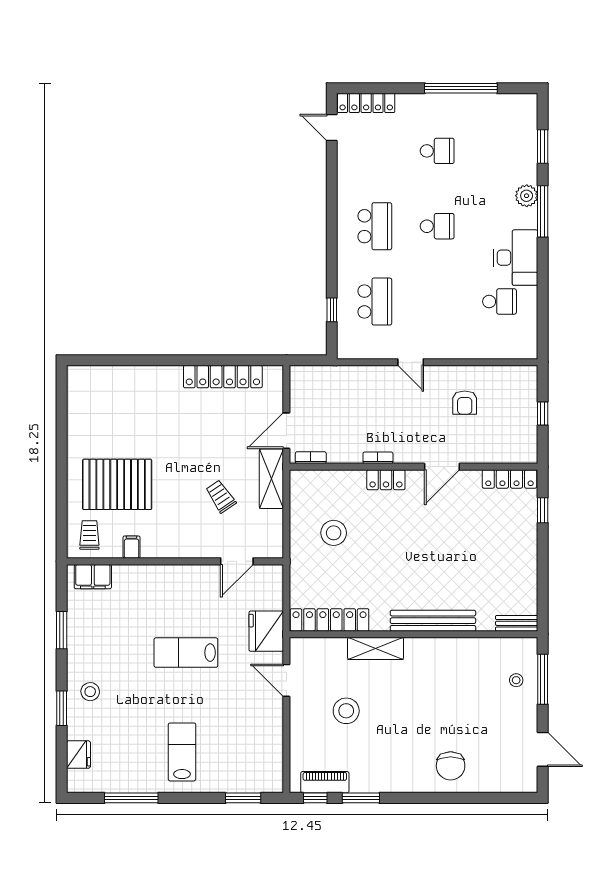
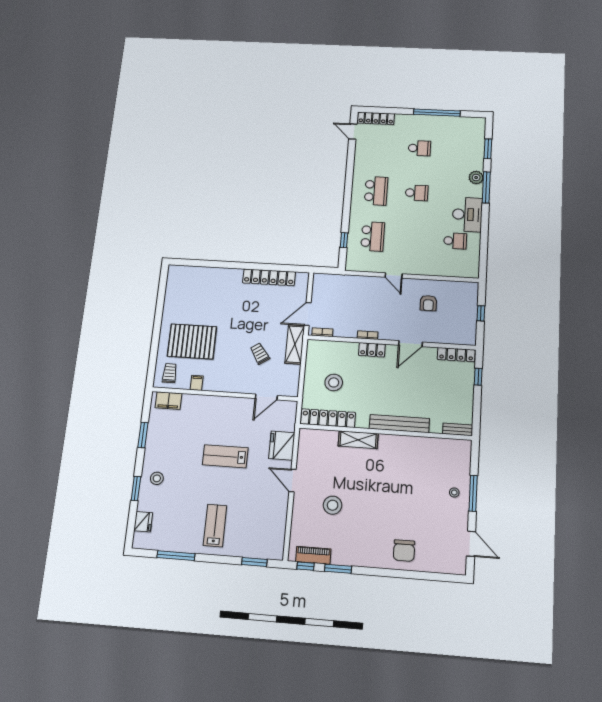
locker: (330, 620) -> (328, 418), moved
bench: (433, 621) -> (399, 424), moved
bench: (517, 623) -> (458, 429), moved
wall: (413, 634) -> (385, 432), moved
shelving: (376, 648) -> (358, 440), moved

